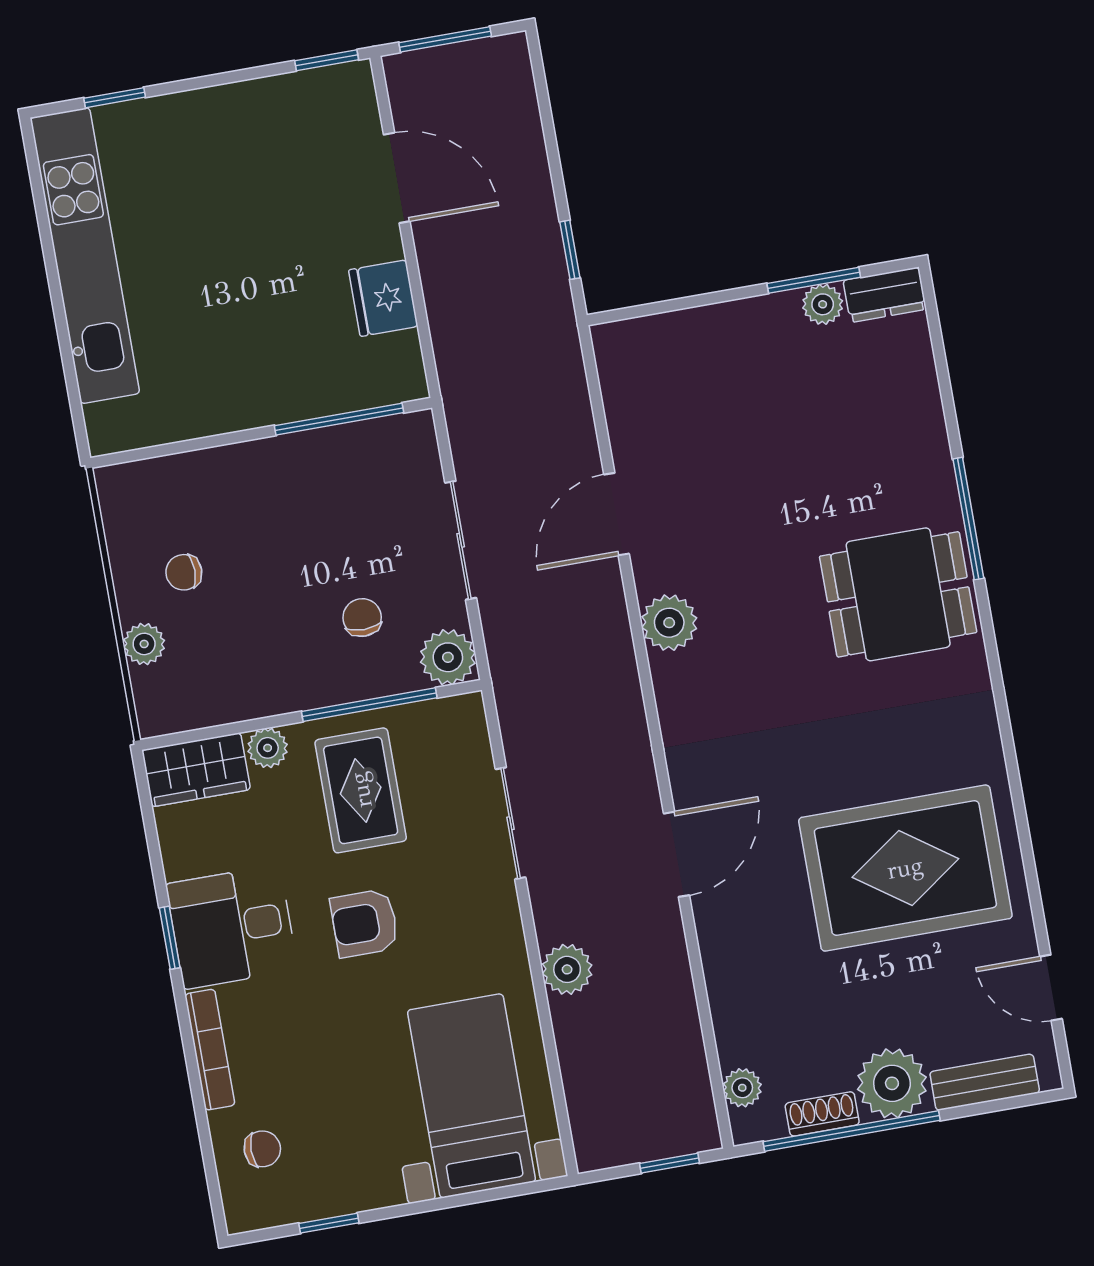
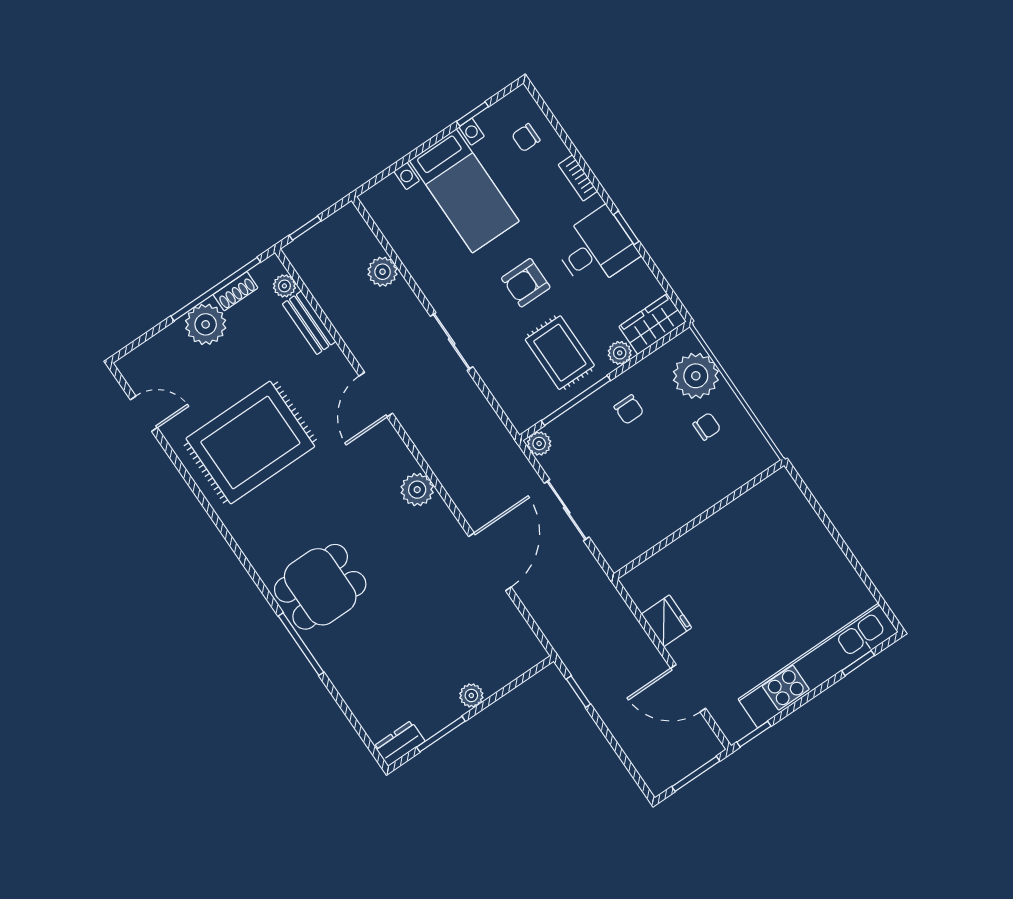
kitchen unit: (85, 256) -> (818, 666), moved, turned 90
plant: (823, 304) -> (471, 695), moved
window: (339, 419) -> (661, 546), removed
door: (617, 514) -> (490, 562), width x1.36
chair: (362, 618) -> (629, 409), moved
plant: (669, 623) -> (417, 490), moved
plant: (144, 644) -> (696, 376), width x1.88, depth x1.88
plant: (448, 657) -> (539, 444), width x0.73, depth x0.73
sliding door: (511, 823) -> (452, 341), moved
armchair: (364, 923) -> (526, 283), turned 180
plant: (567, 969) -> (383, 272), moved
bookcase: (210, 1050) -> (578, 178), width x0.64
bench: (985, 1082) -> (309, 323), moved, turned 90
bed with nightstands: (471, 1096) -> (464, 191), moved

